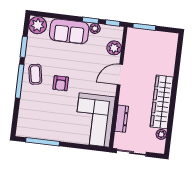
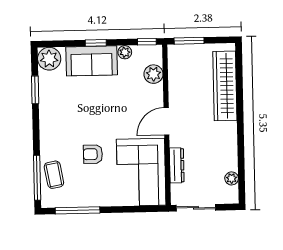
window: (90, 20) -> (96, 43), moved
coffee table: (35, 74) -> (54, 175), moved
door: (120, 75) -> (166, 121), moved
window: (20, 81) -> (37, 178), moved
armchair: (61, 83) -> (93, 154), moved, turned 90
wardrobe: (162, 102) -> (225, 86), moved

